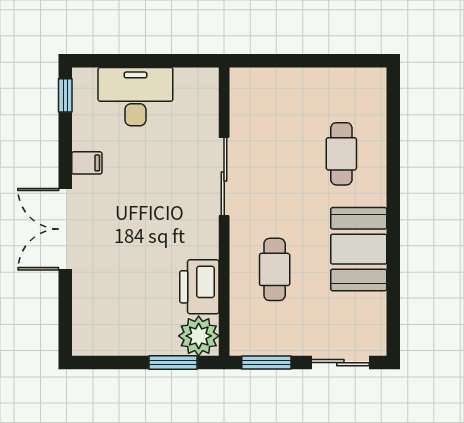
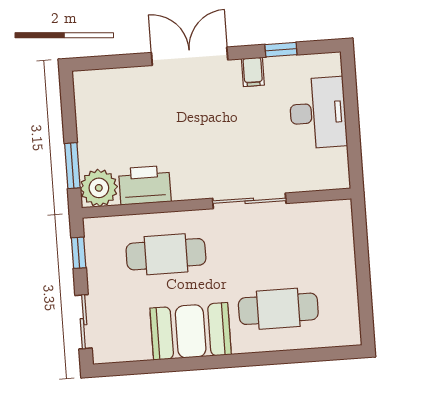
window: (65, 95) -> (281, 50), moved
cafe table: (341, 154) -> (278, 309), width x1.37, depth x1.35
cafe table: (275, 269) -> (166, 254), width x1.37, depth x1.35
window: (266, 363) -> (79, 253), width x0.67

